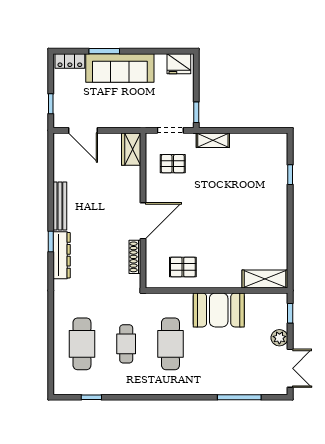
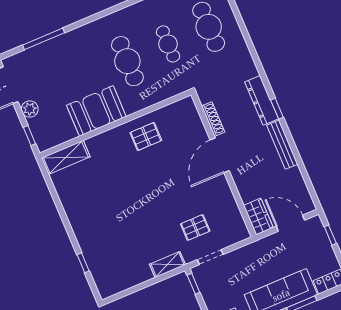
wardrobe: (131, 149) -> (258, 217), moved
wall: (143, 210) -> (224, 165), moved
door: (143, 221) -> (220, 155), moved
shoe rack: (135, 257) -> (213, 119), moved

